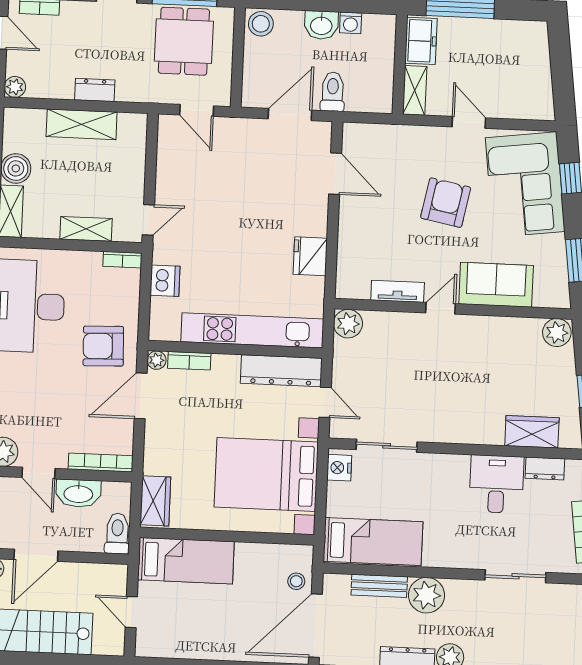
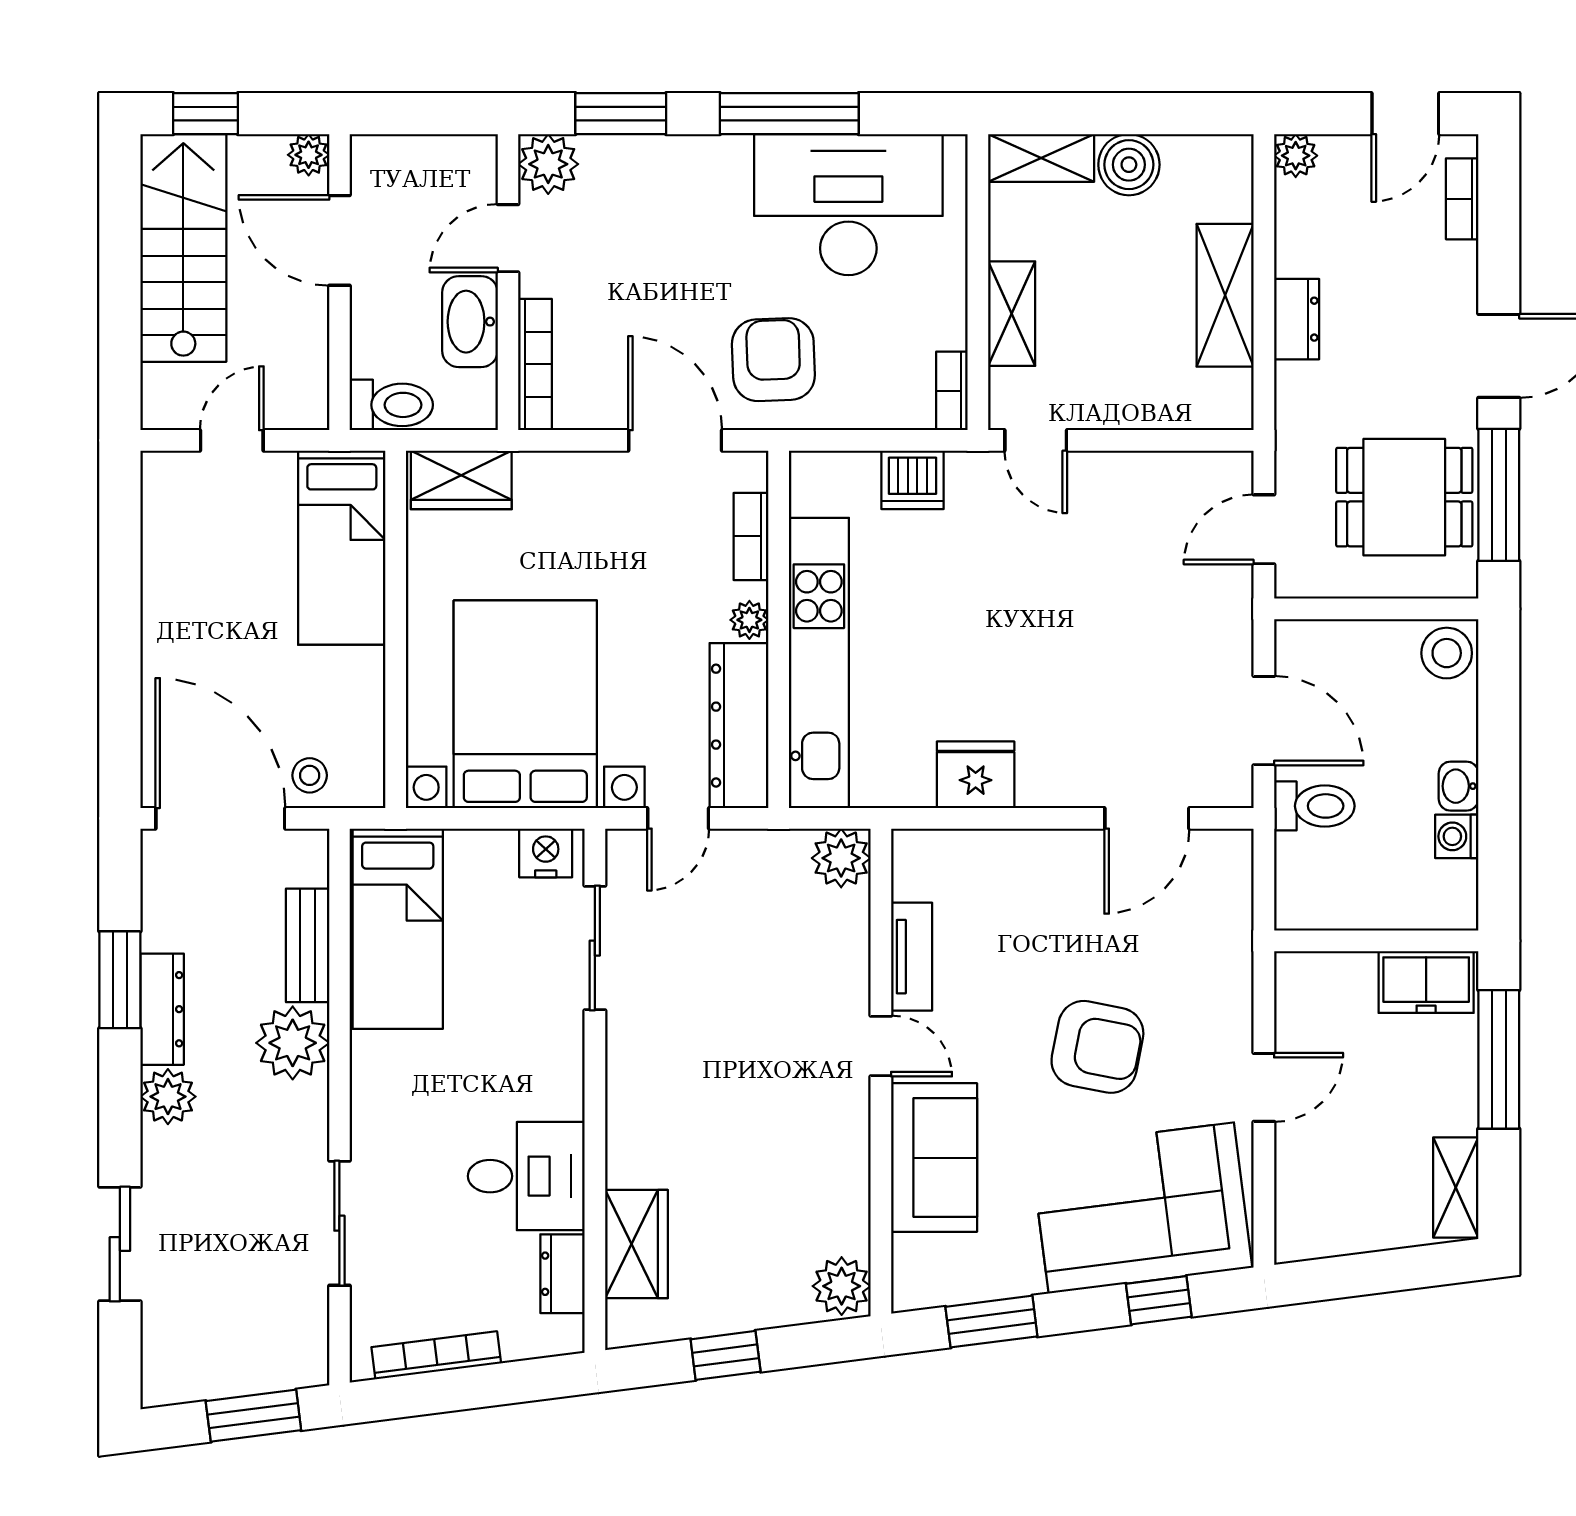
washbasin: (321, 25) -> (1459, 786), width x0.72, depth x0.69
shelving: (415, 90) -> (1456, 1187), moved, turned 90
plant: (157, 360) -> (749, 620), moved

